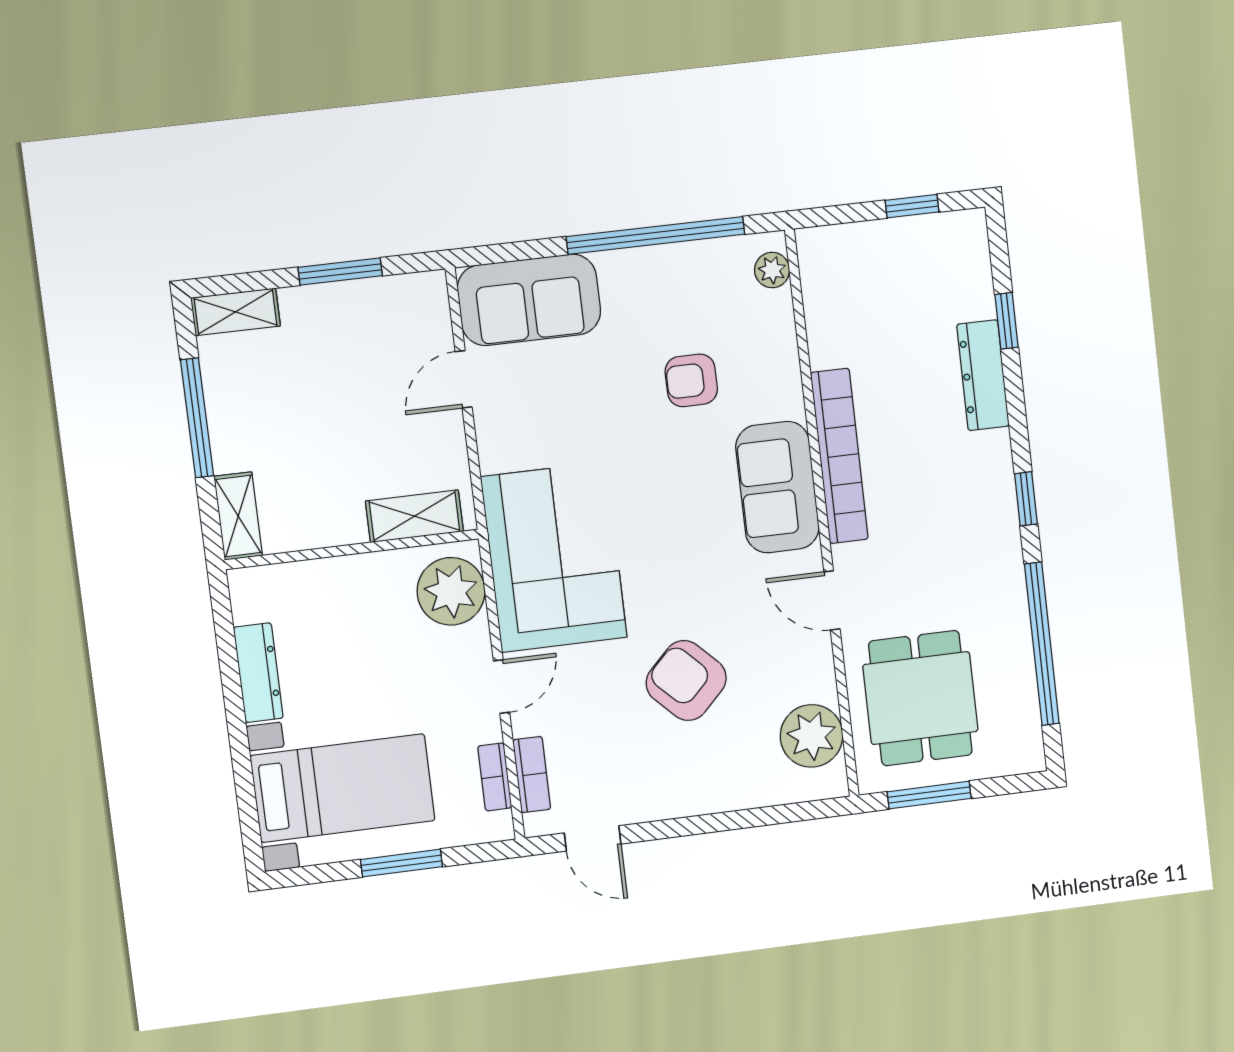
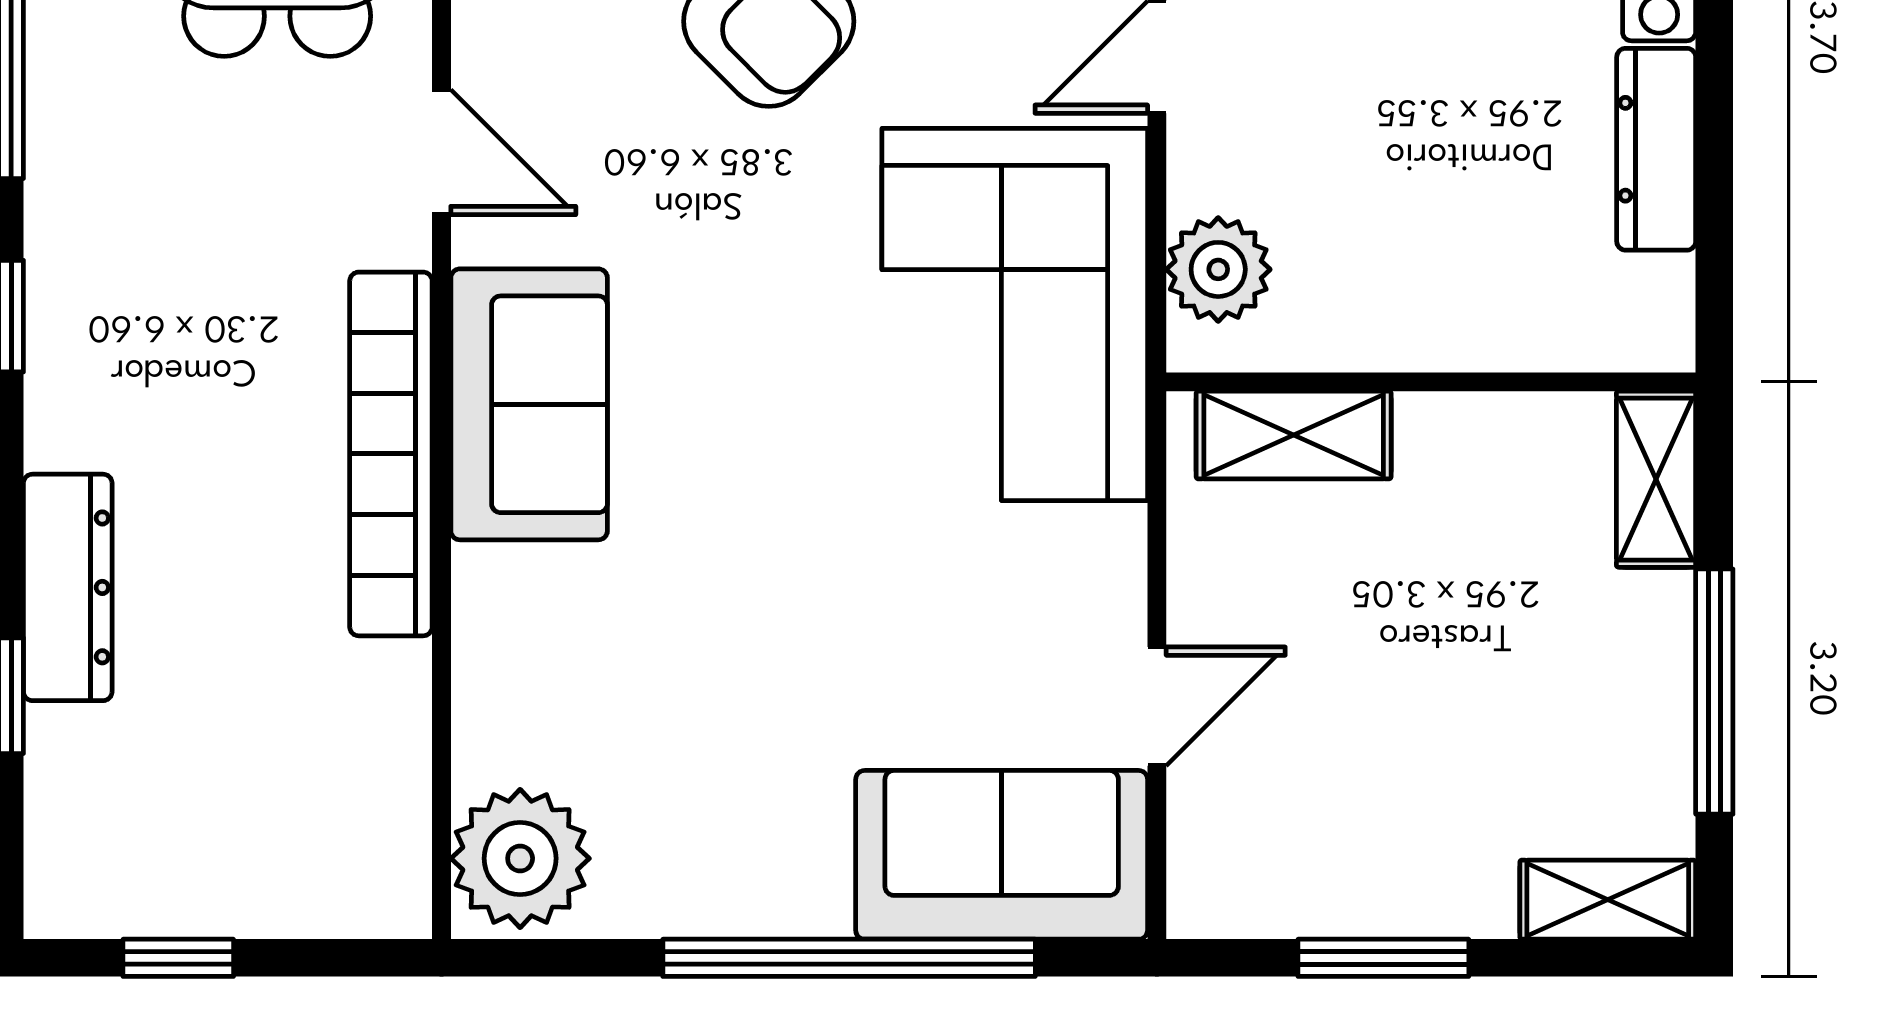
window: (656, 235) -> (849, 958), moved
plant: (772, 270) -> (520, 858), width x1.88, depth x1.88
armchair: (691, 380) -> (684, 649), removed
plant: (451, 591) -> (1218, 269), width x0.73, depth x0.73

